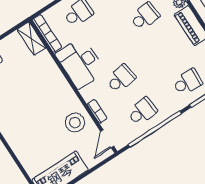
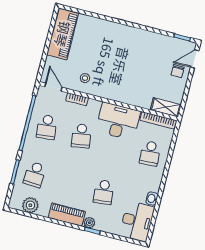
stool: (75, 122) -> (85, 78), width x0.53, depth x0.53

